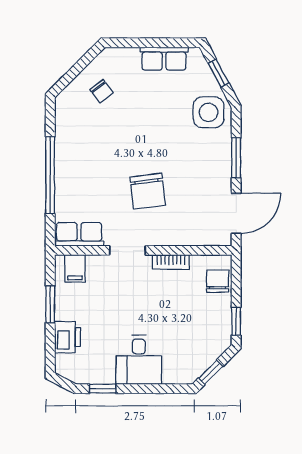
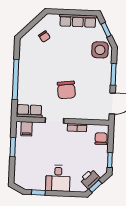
row of seats: (164, 59) -> (78, 21), width x1.48
printer: (68, 337) -> (90, 179), moved, turned -135

